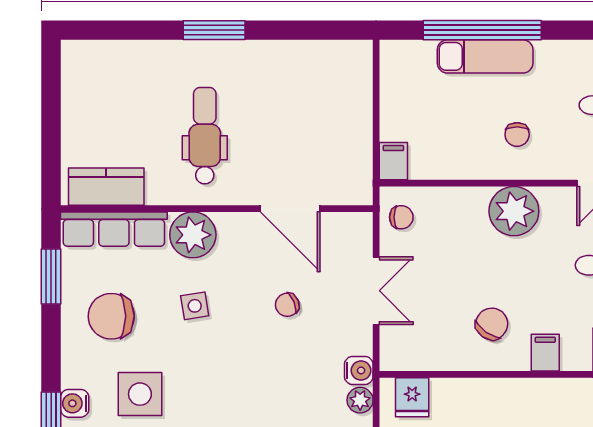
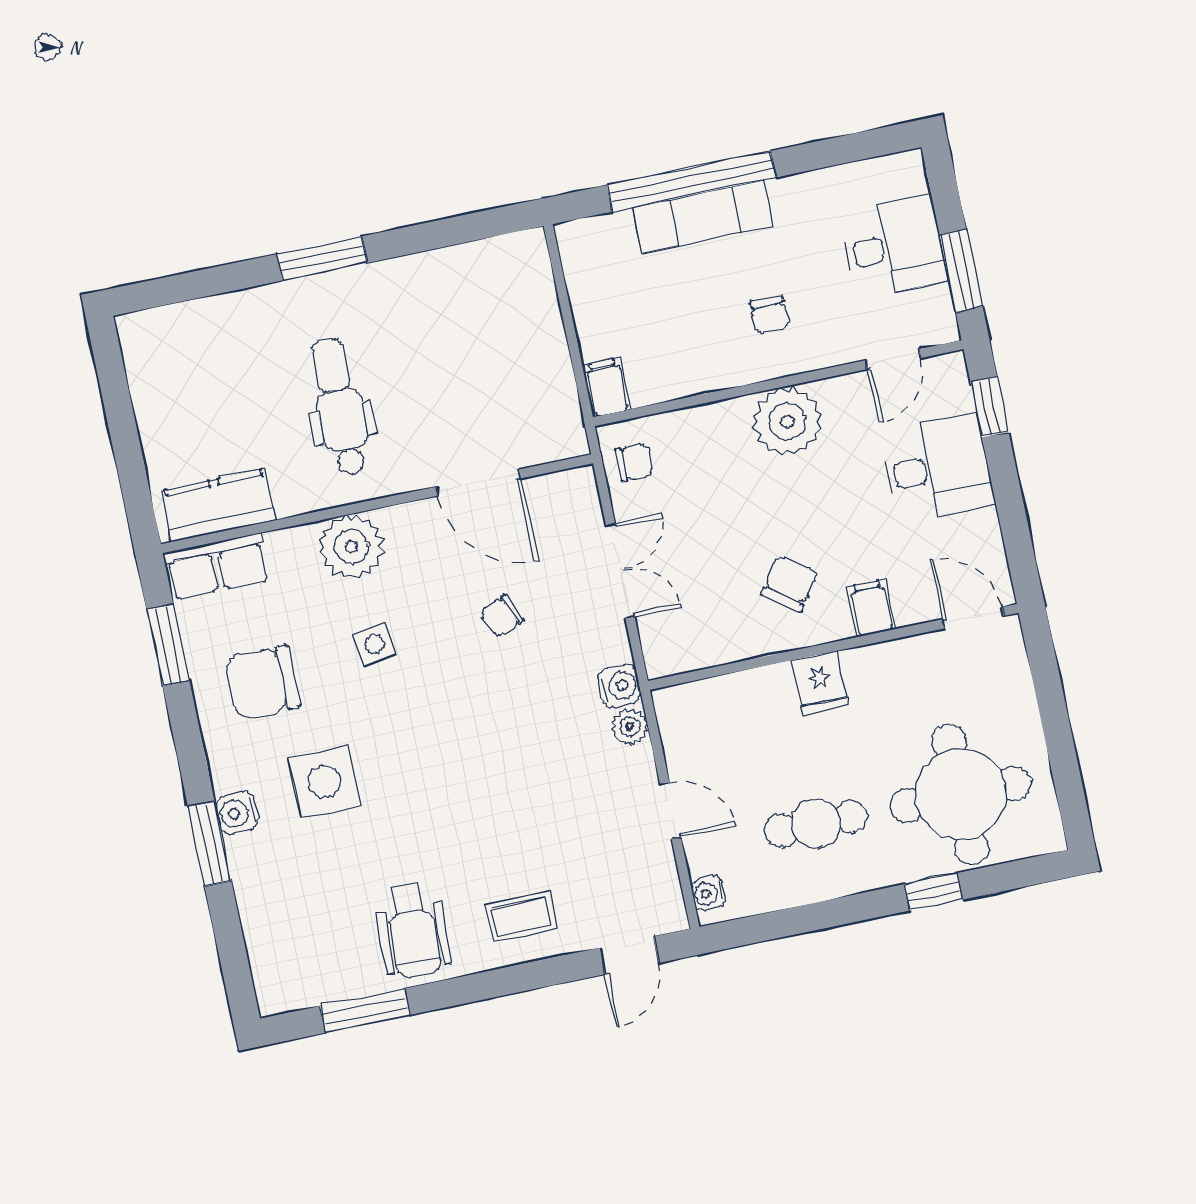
row of seats: (114, 229) -> (217, 566), width x0.68
fridge: (412, 397) -> (820, 682), moved

